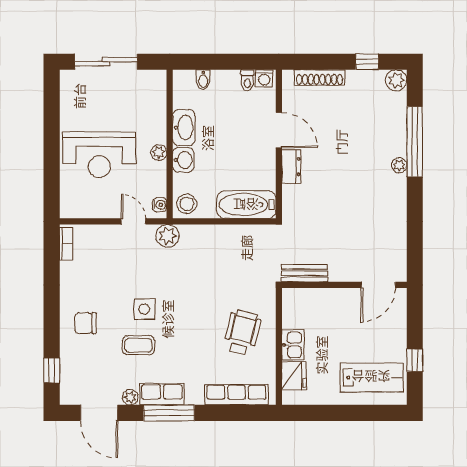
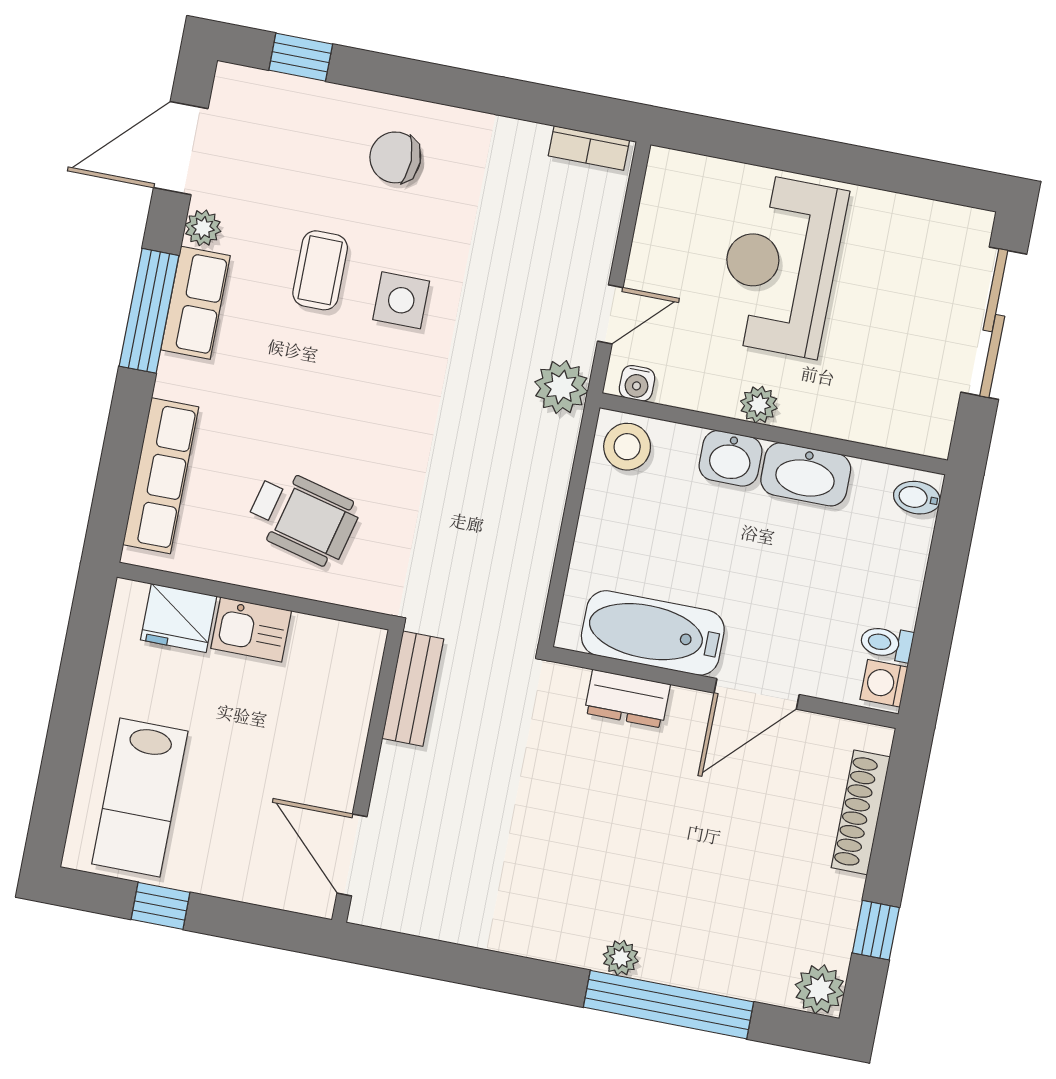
bidet: (203, 80) -> (917, 498), moved
dresser: (291, 167) -> (627, 699), moved
bathtub: (246, 205) -> (653, 633), moved, turned -90
chair: (86, 323) -> (395, 157), turned -90

